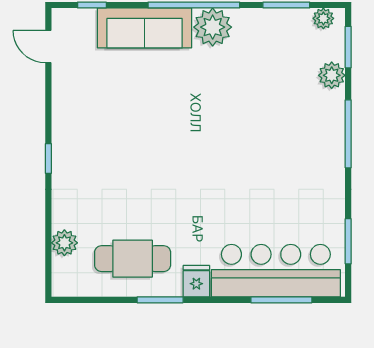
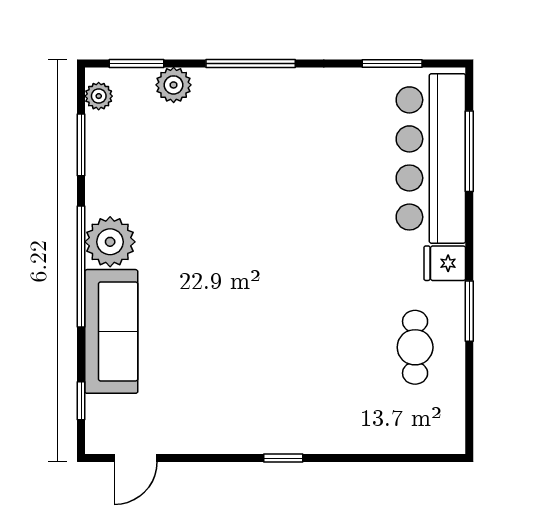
plant: (64, 243) -> (394, 437), removed
cafe table: (133, 259) -> (415, 347), width x0.73, depth x0.74

